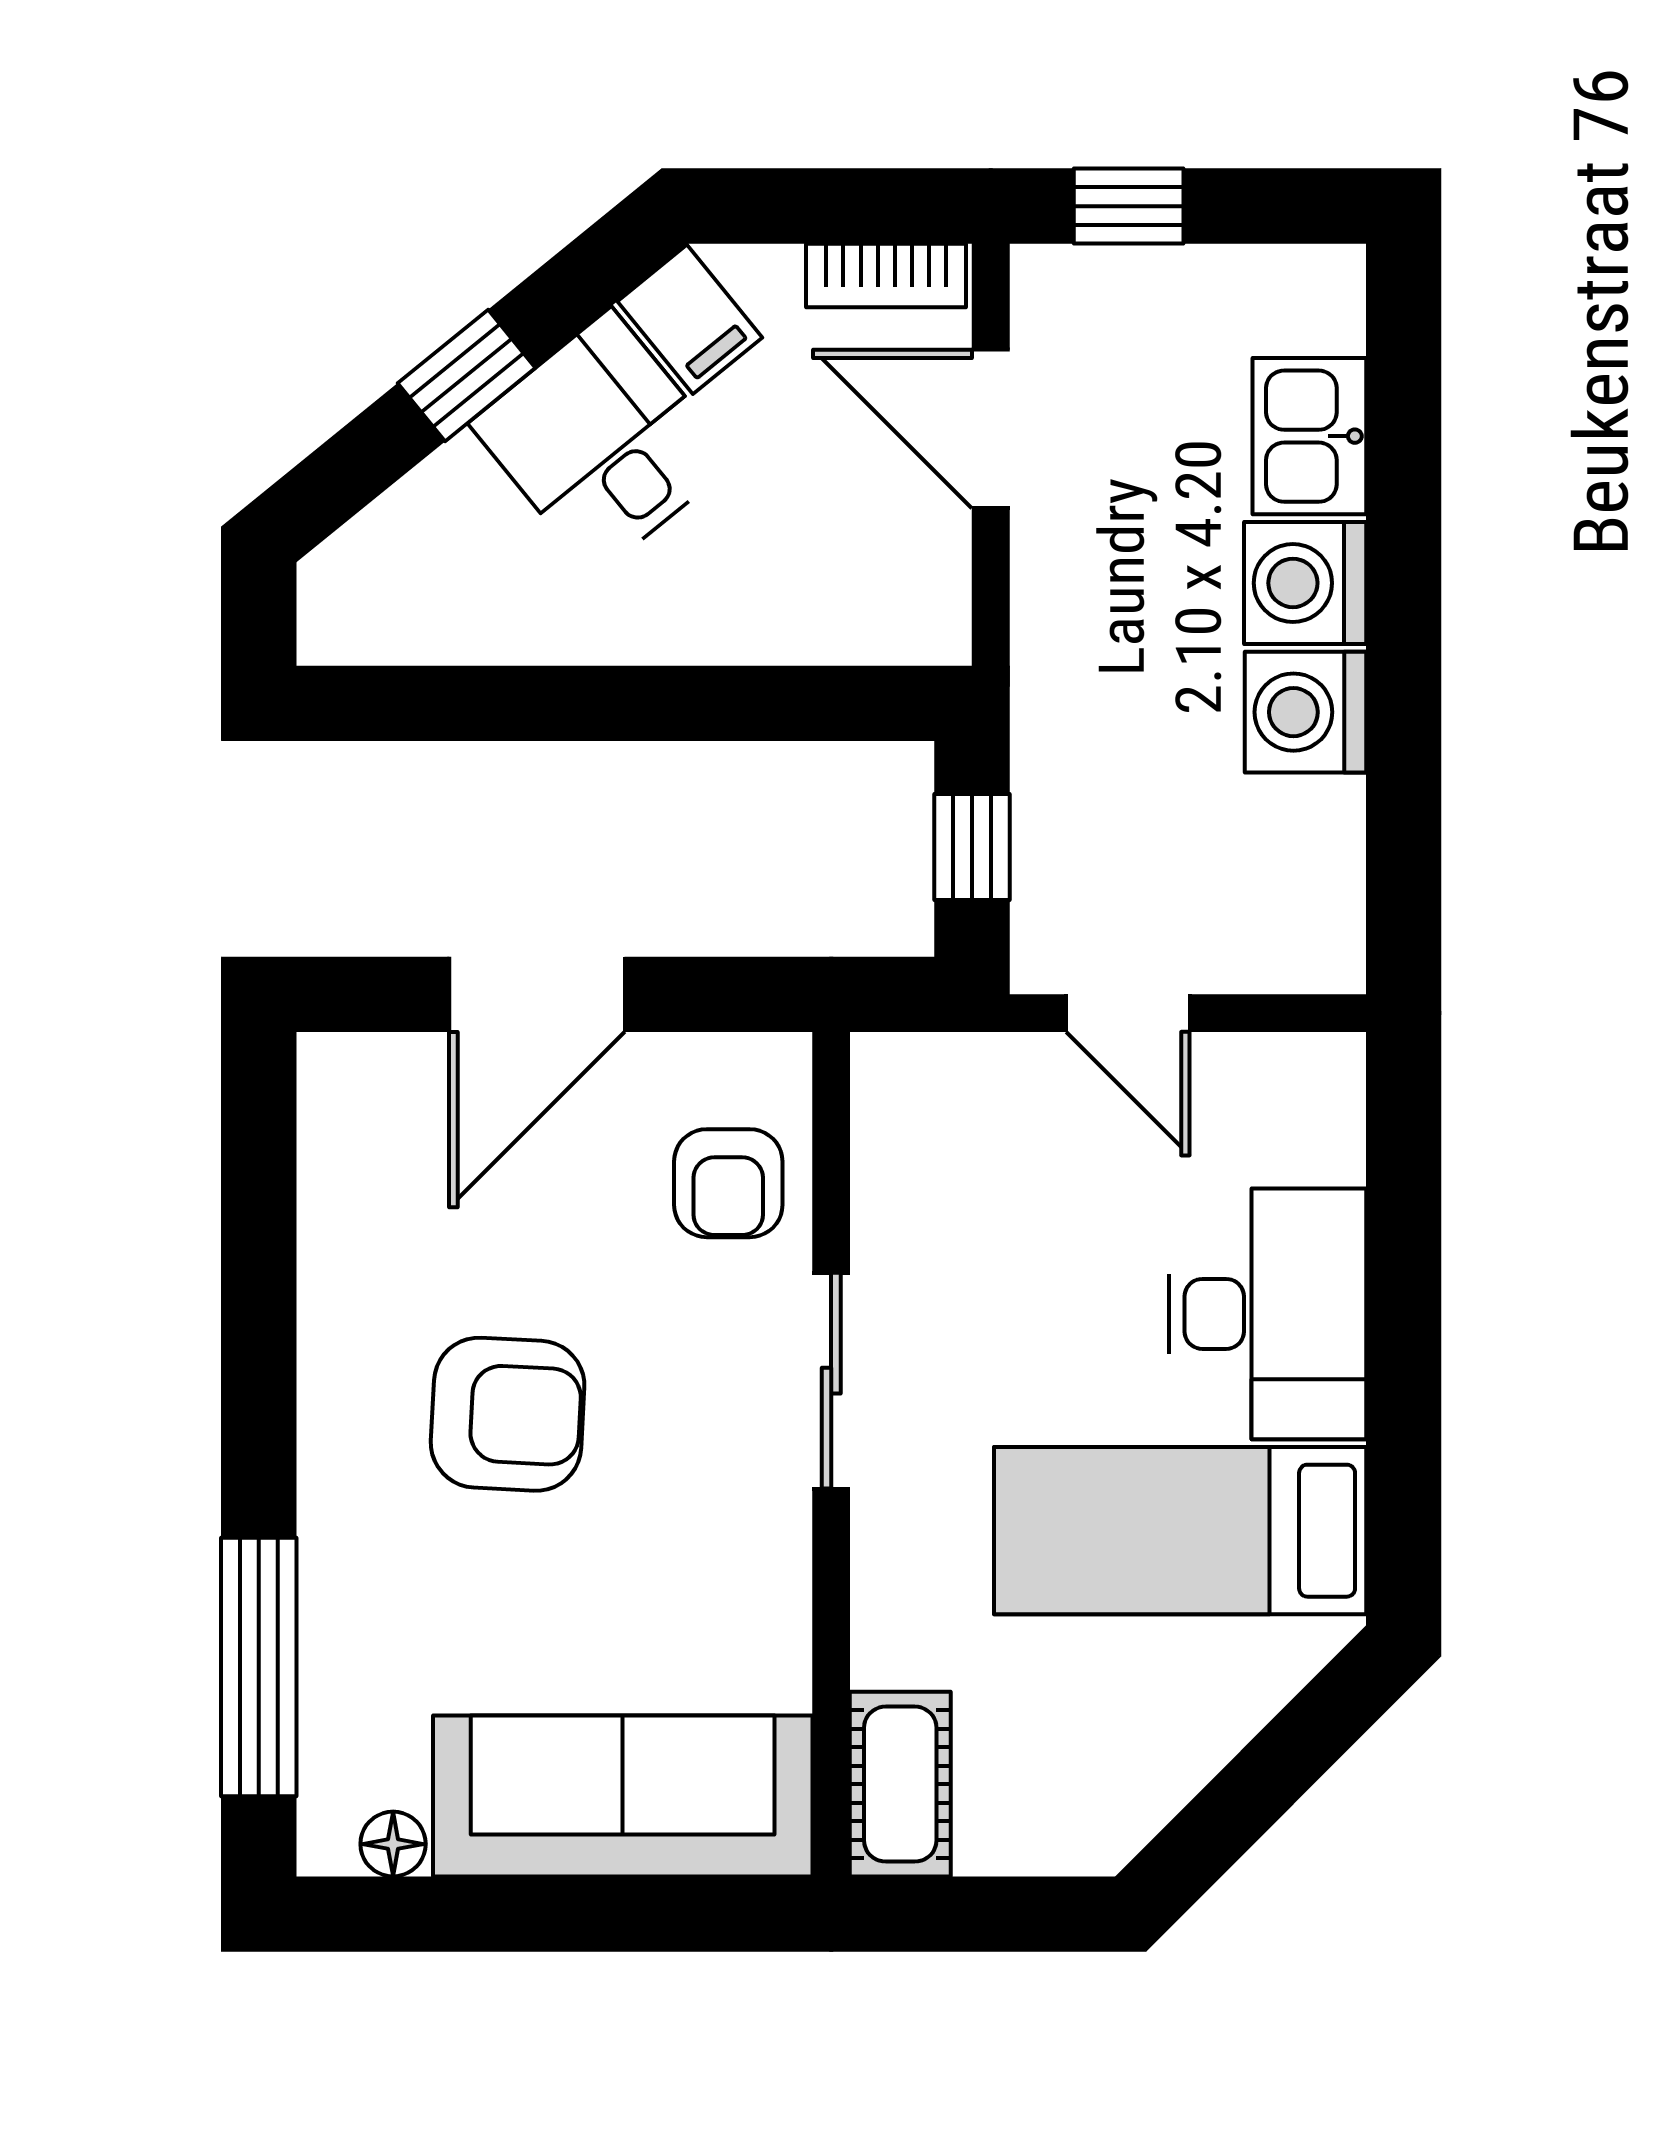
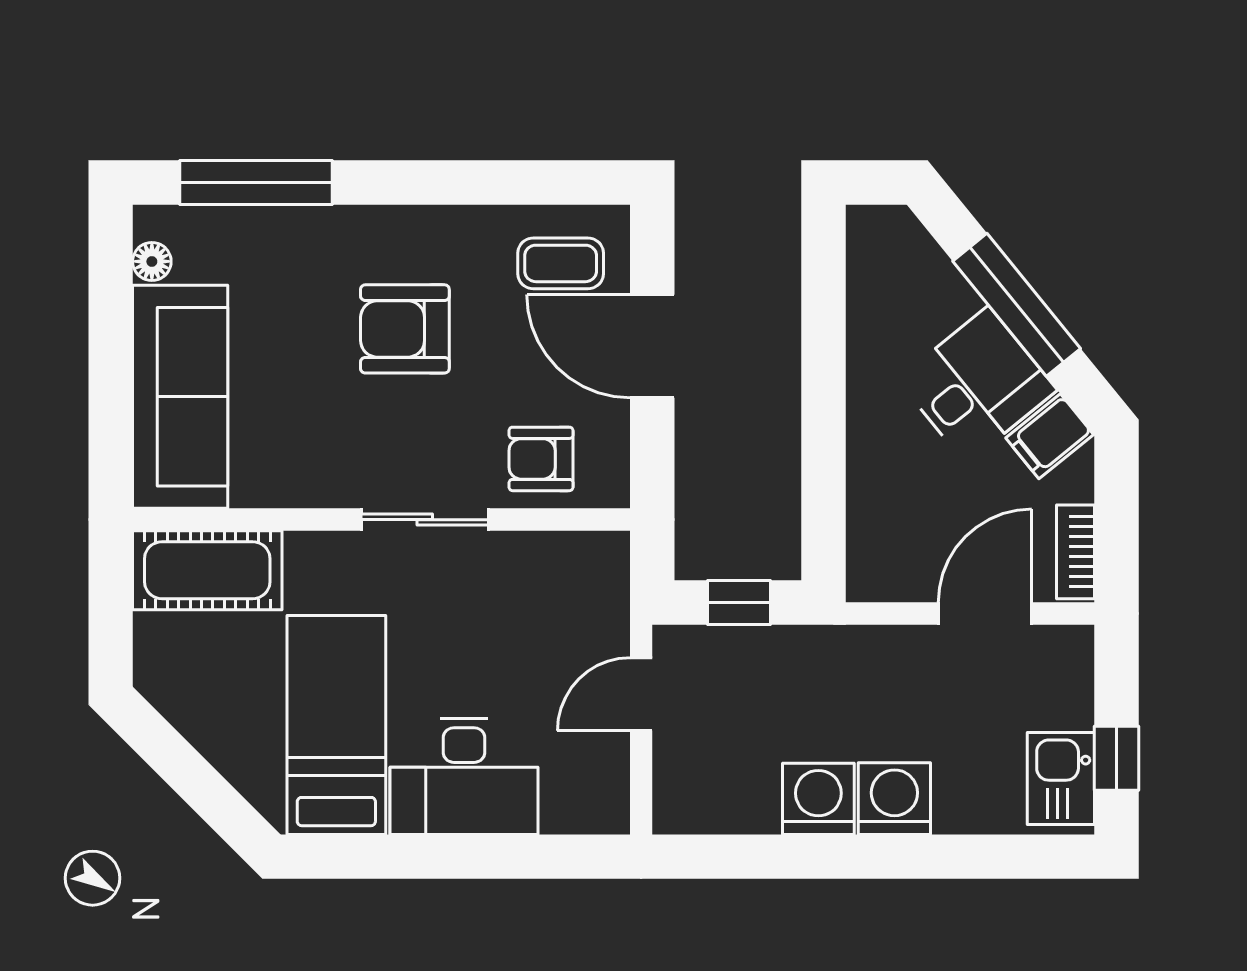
window: (1129, 206) -> (1116, 758), moved
window: (467, 375) -> (1017, 305), width x2.17
kitchen sink: (1309, 436) -> (1061, 779), moved, turned -90
coffee table: (396, 1150) -> (561, 263), added
armchair: (508, 1414) -> (405, 329), turned 87
cot: (900, 1784) -> (207, 570), width x1.37, depth x1.34

